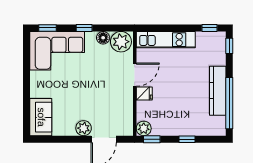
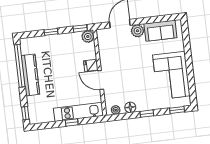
window: (209, 28) -> (72, 123), moved
plant: (121, 42) -> (116, 110), width x0.53, depth x0.53
corner sofa: (57, 51) -> (171, 75), moved, turned -90
door: (135, 75) -> (101, 80), hinge flipped
sofa: (41, 117) -> (160, 31), moved, turned -90

